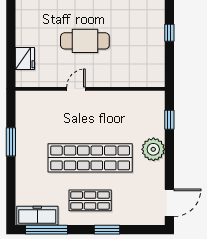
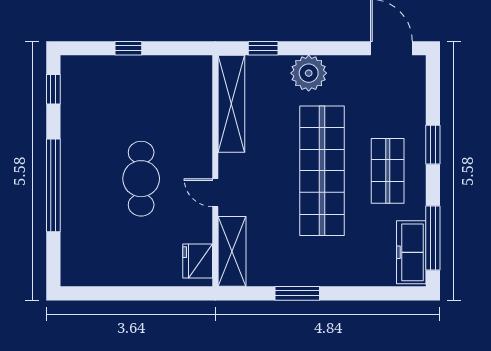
fridge: (25, 59) -> (198, 261), moved, turned -90
shelving: (133, 99) -> (231, 104), added
shelving: (38, 100) -> (232, 251), added

